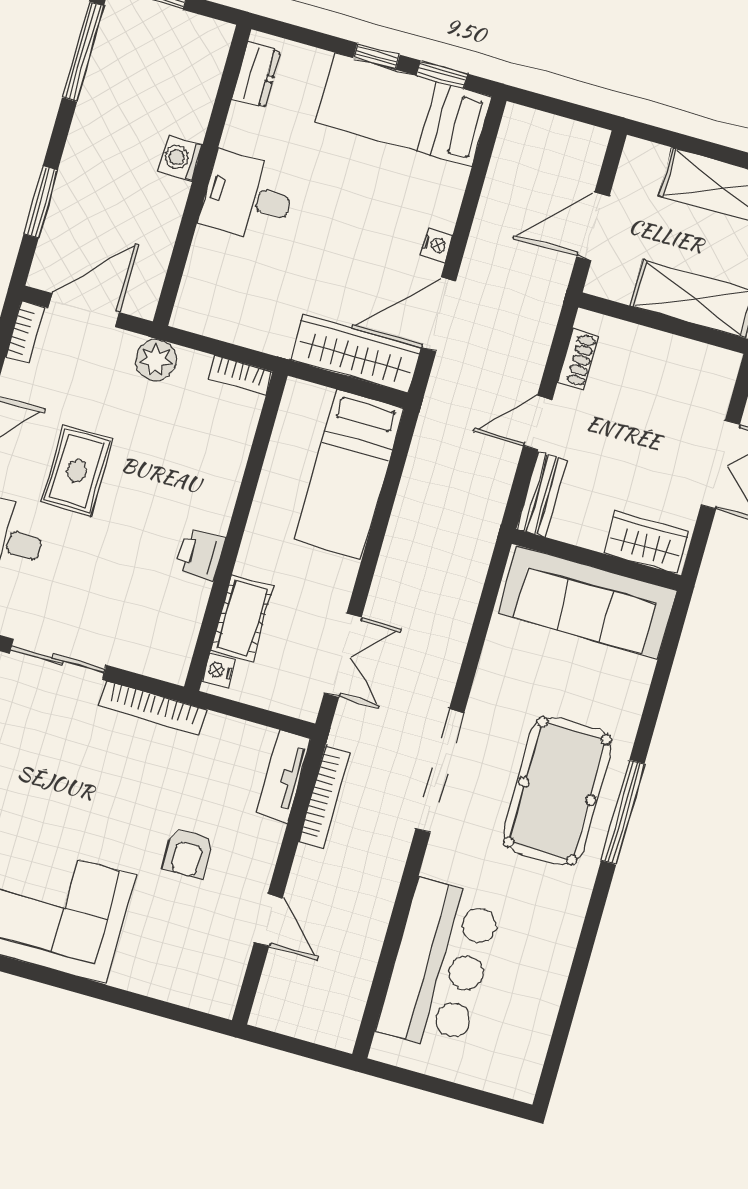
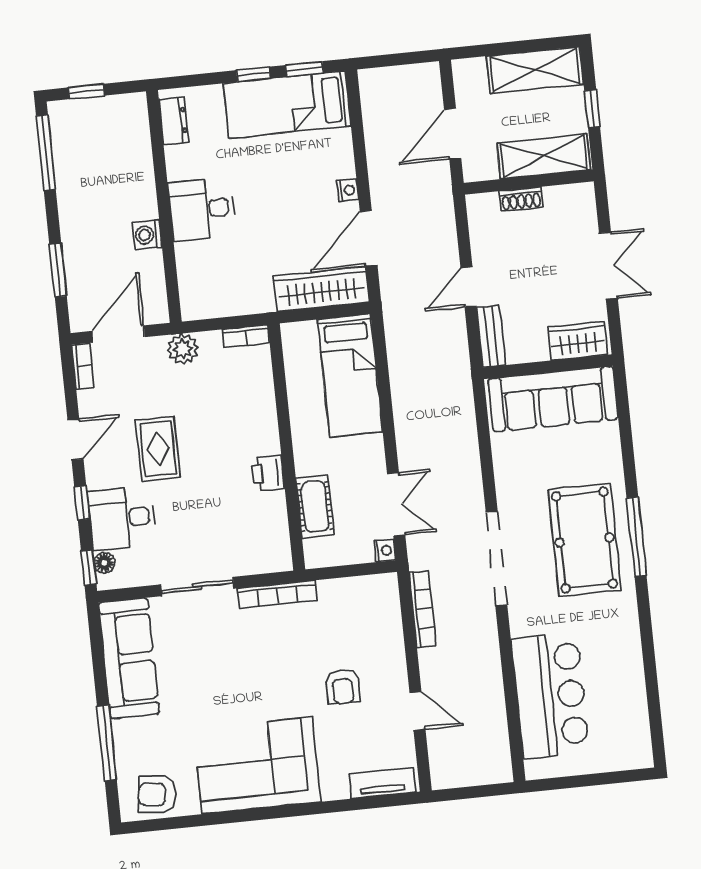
washing machine: (180, 158) -> (147, 235), moved
shoe rack: (578, 359) -> (521, 199), moved, turned 90
nightstand: (218, 671) -> (385, 551), moved, turned 180
tv unit: (284, 776) -> (383, 783), moved, turned 90

